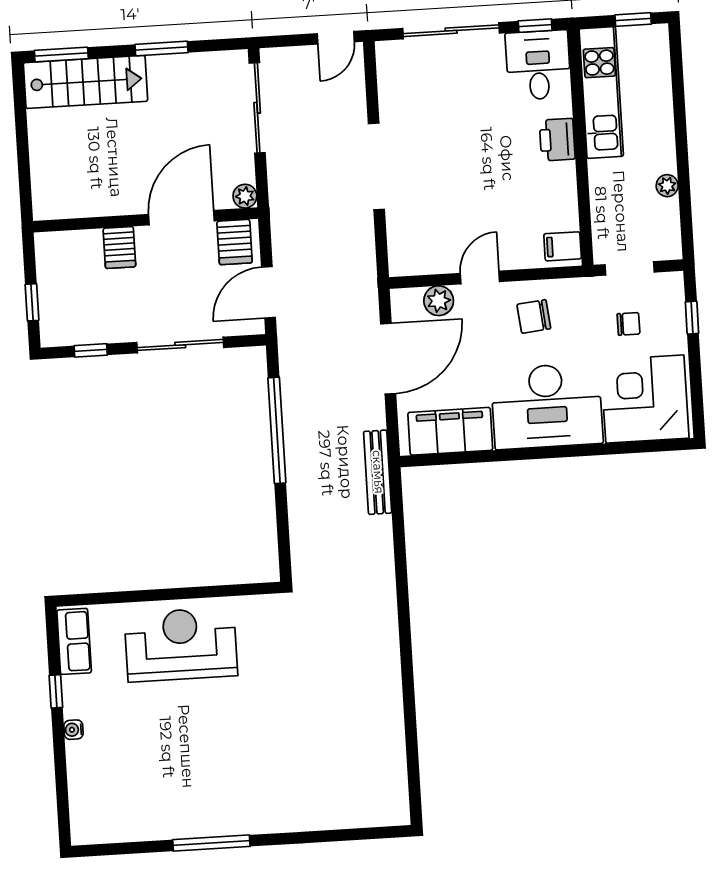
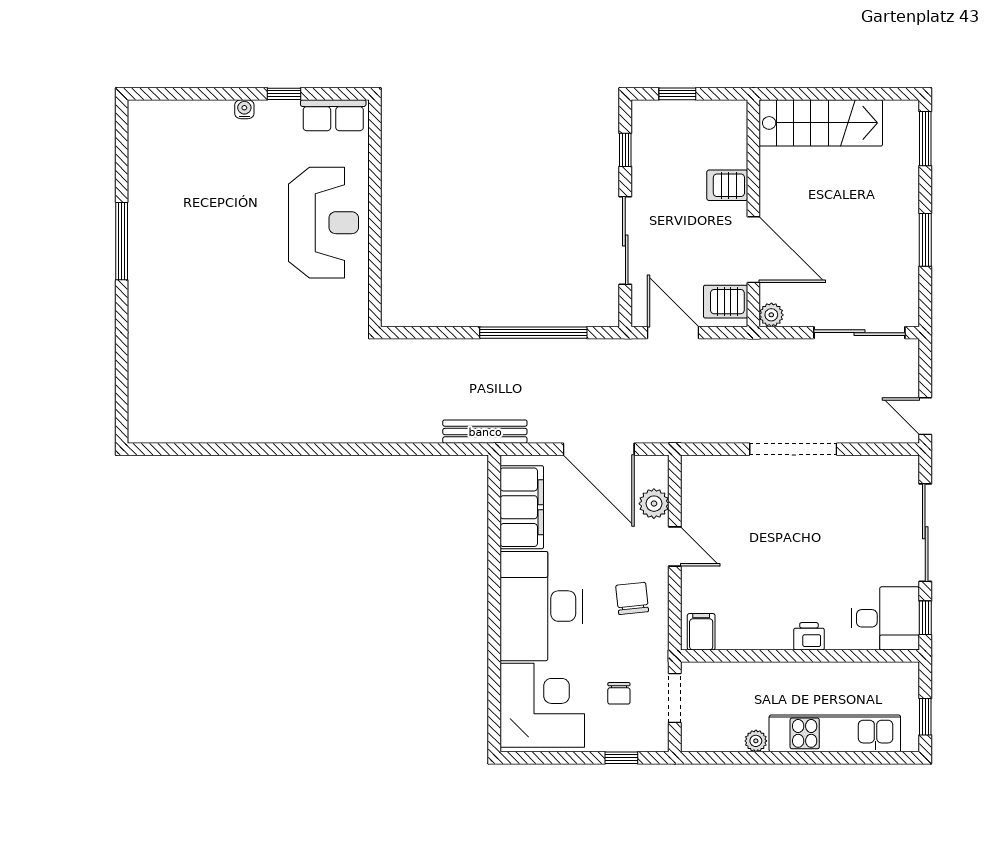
stairs: (86, 82) -> (821, 123), moved, turned -90
kitchen unit: (601, 92) -> (835, 733), moved, turned 180
printer: (557, 140) -> (809, 636), width x0.73, depth x0.81

